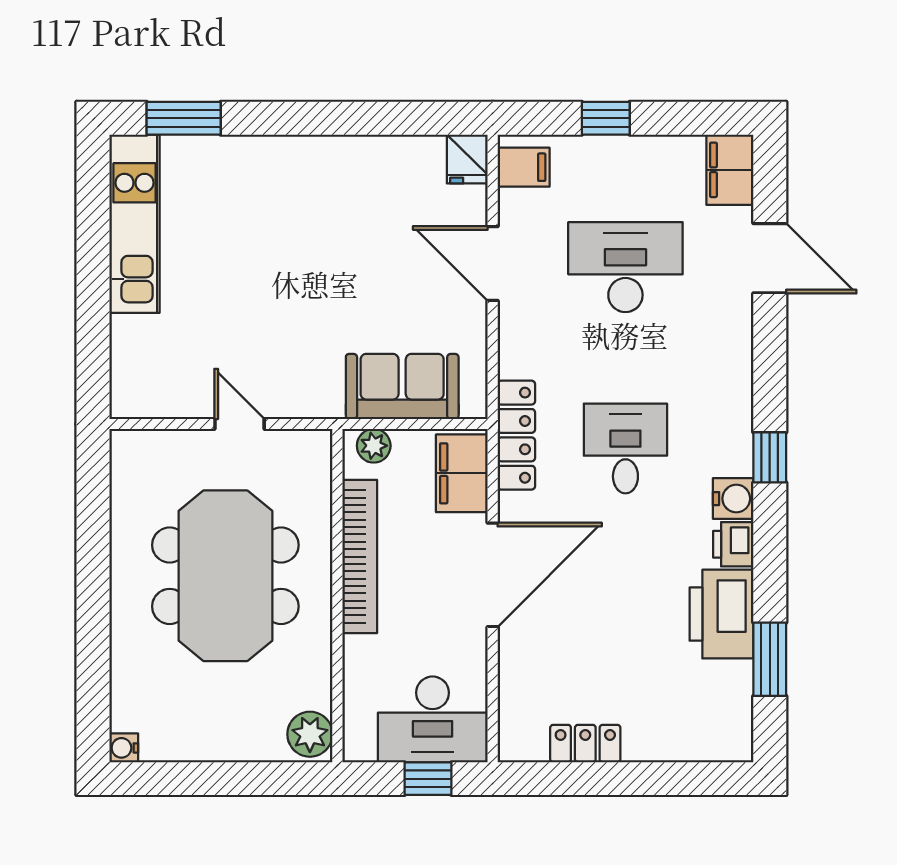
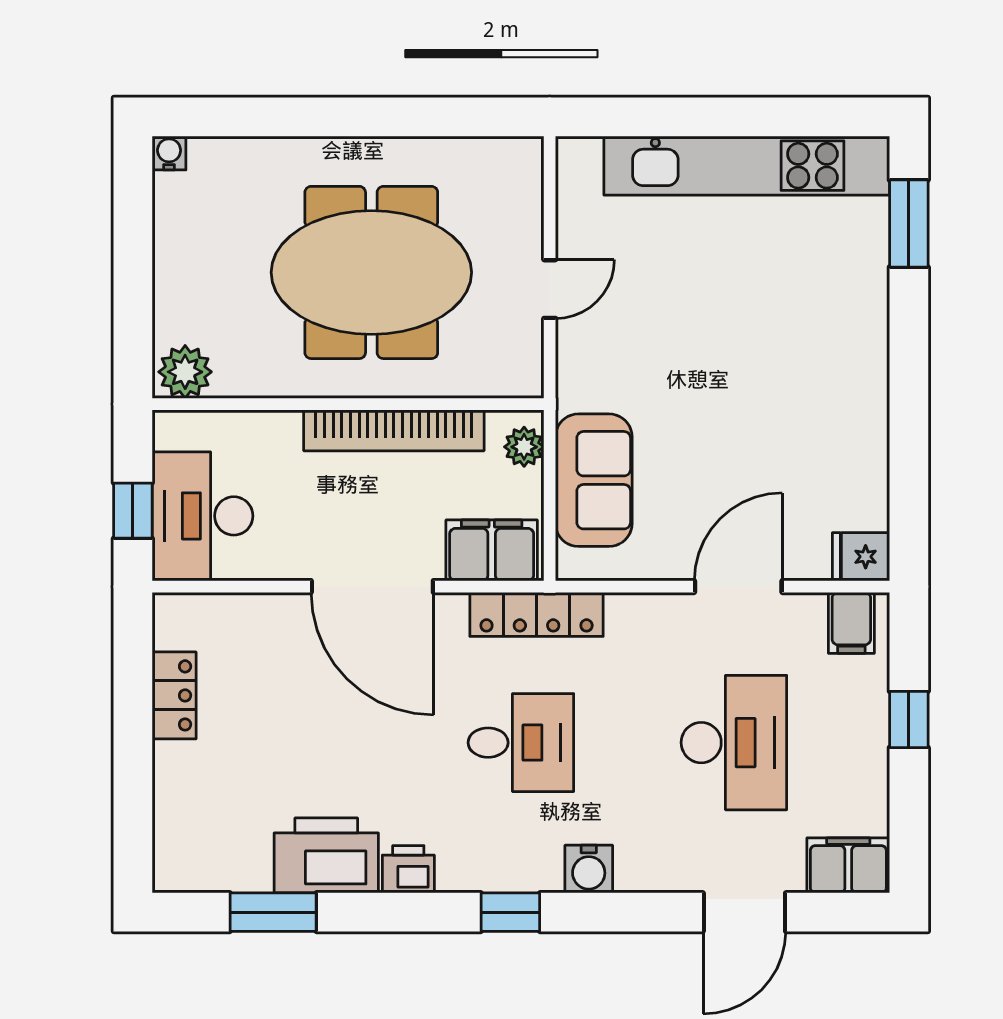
kitchen unit: (134, 224) -> (747, 166), width x1.36
water cooler: (733, 499) -> (589, 869), moved

